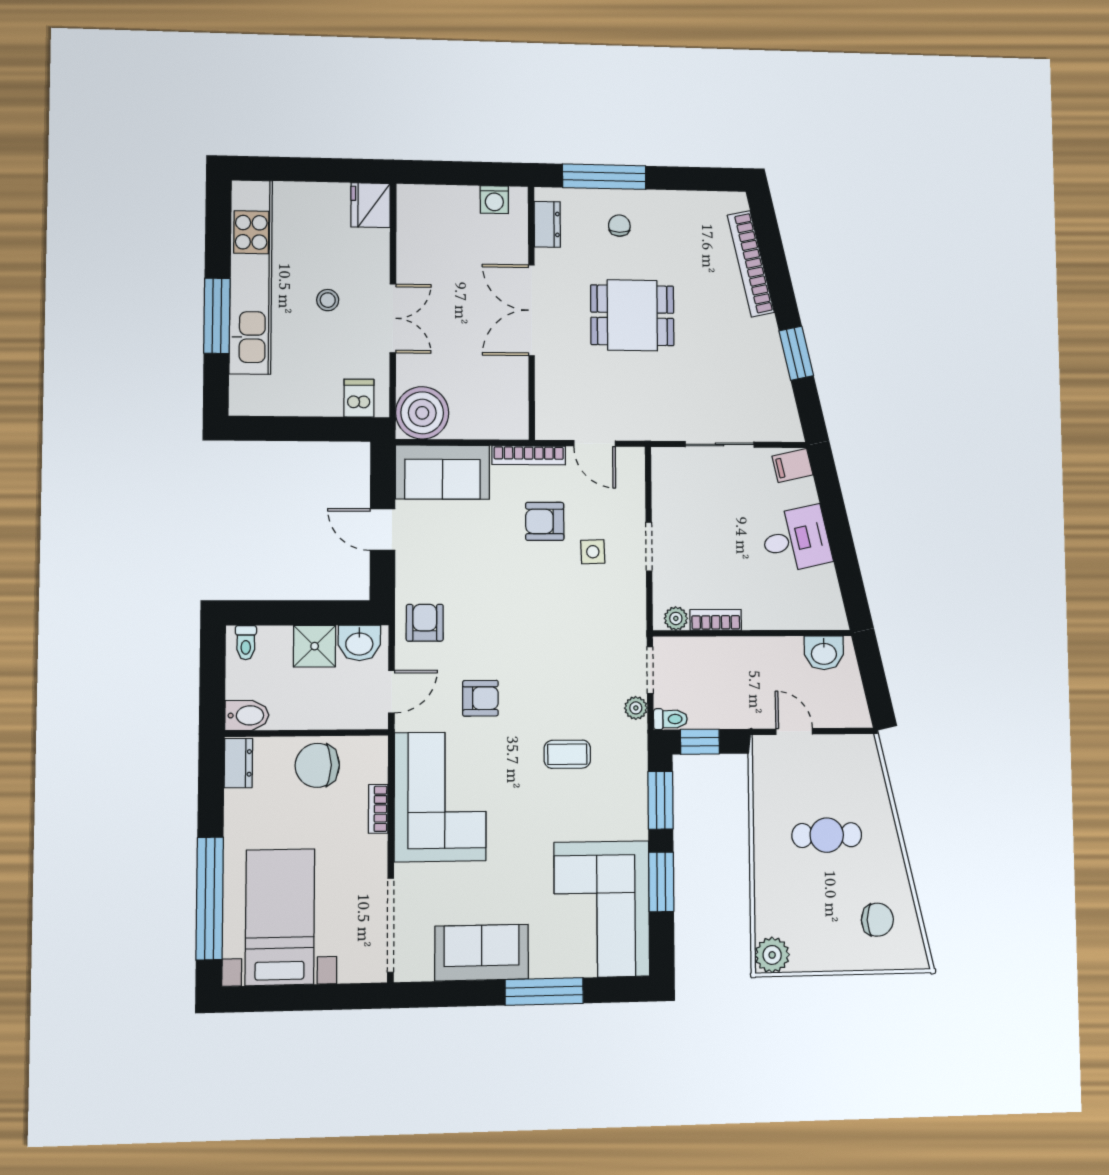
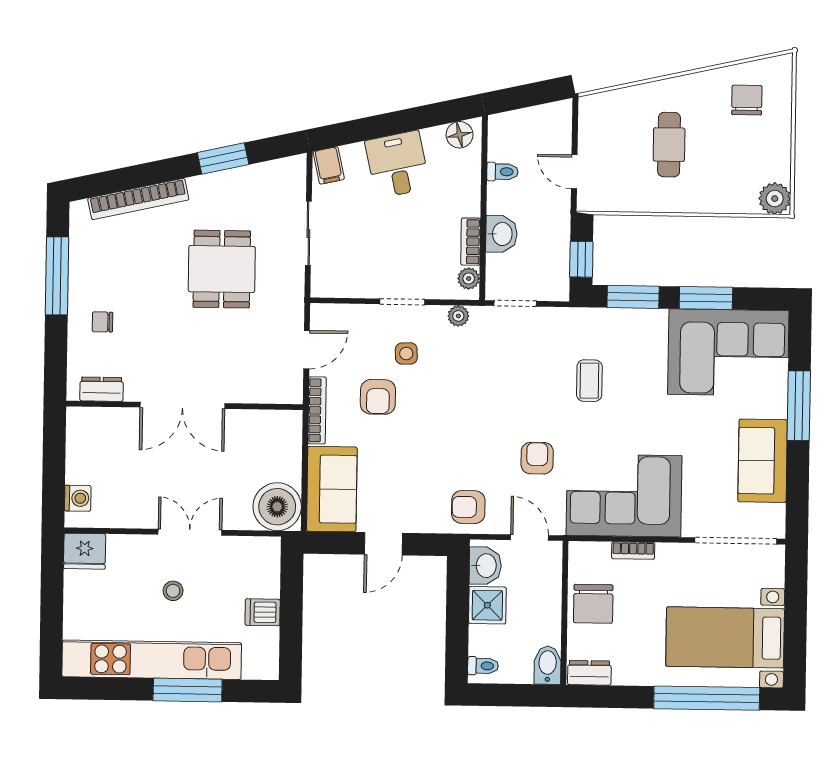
window: (604, 177) -> (57, 276), moved
washing machine: (494, 200) -> (78, 498), moved
dining table: (632, 315) -> (222, 269), moved
dishwasher: (359, 398) -> (263, 612), moved
floor lamp: (830, 606) -> (460, 135), added
washbasin: (824, 653) -> (501, 234), moved
plant: (636, 708) -> (458, 316), moved
toilet: (670, 719) -> (502, 172), moved, turned 90
door: (794, 731) -> (574, 172), hinge flipped

